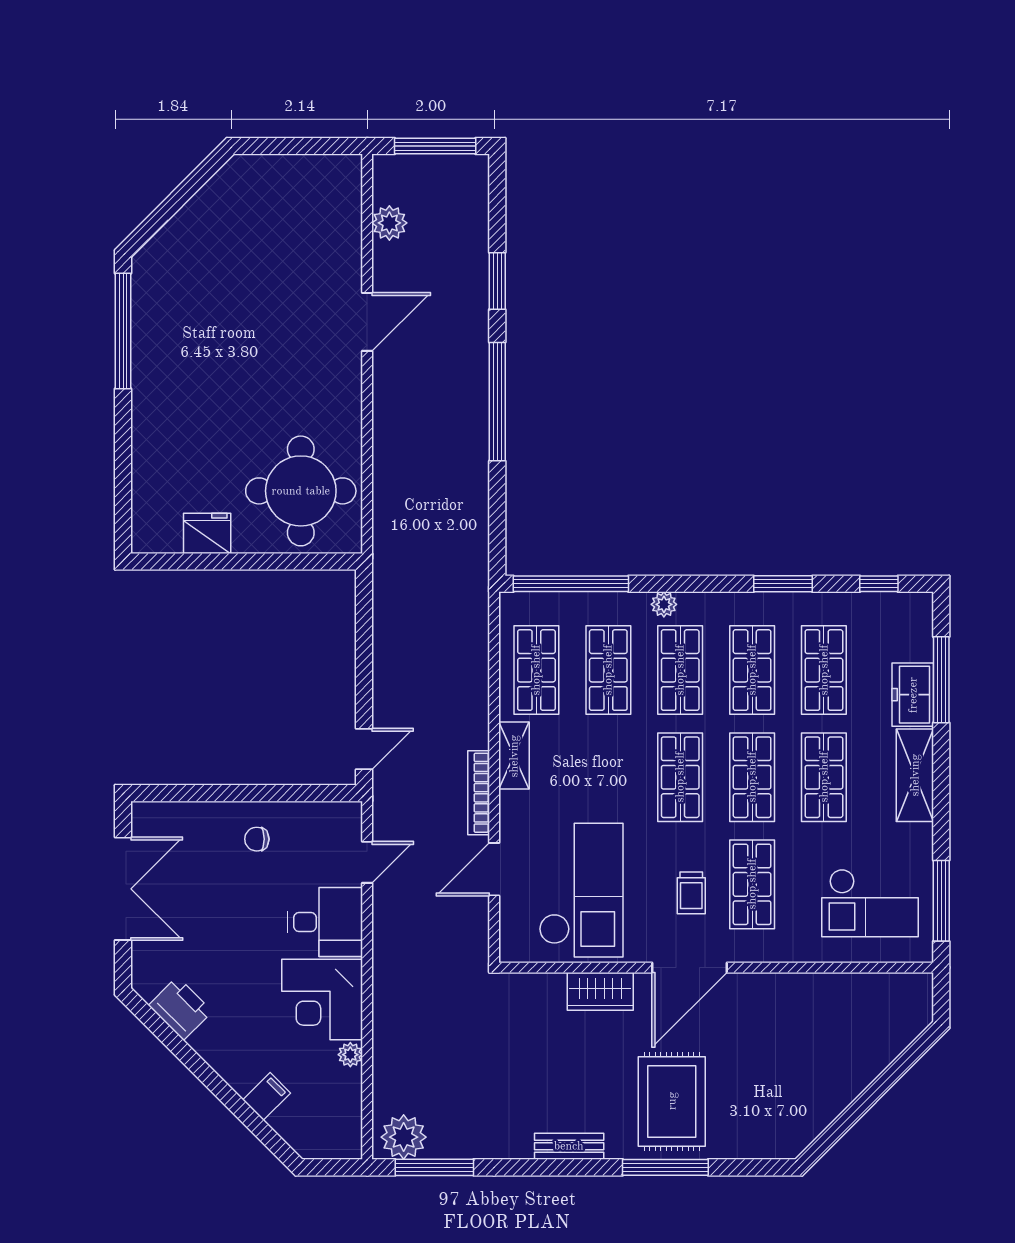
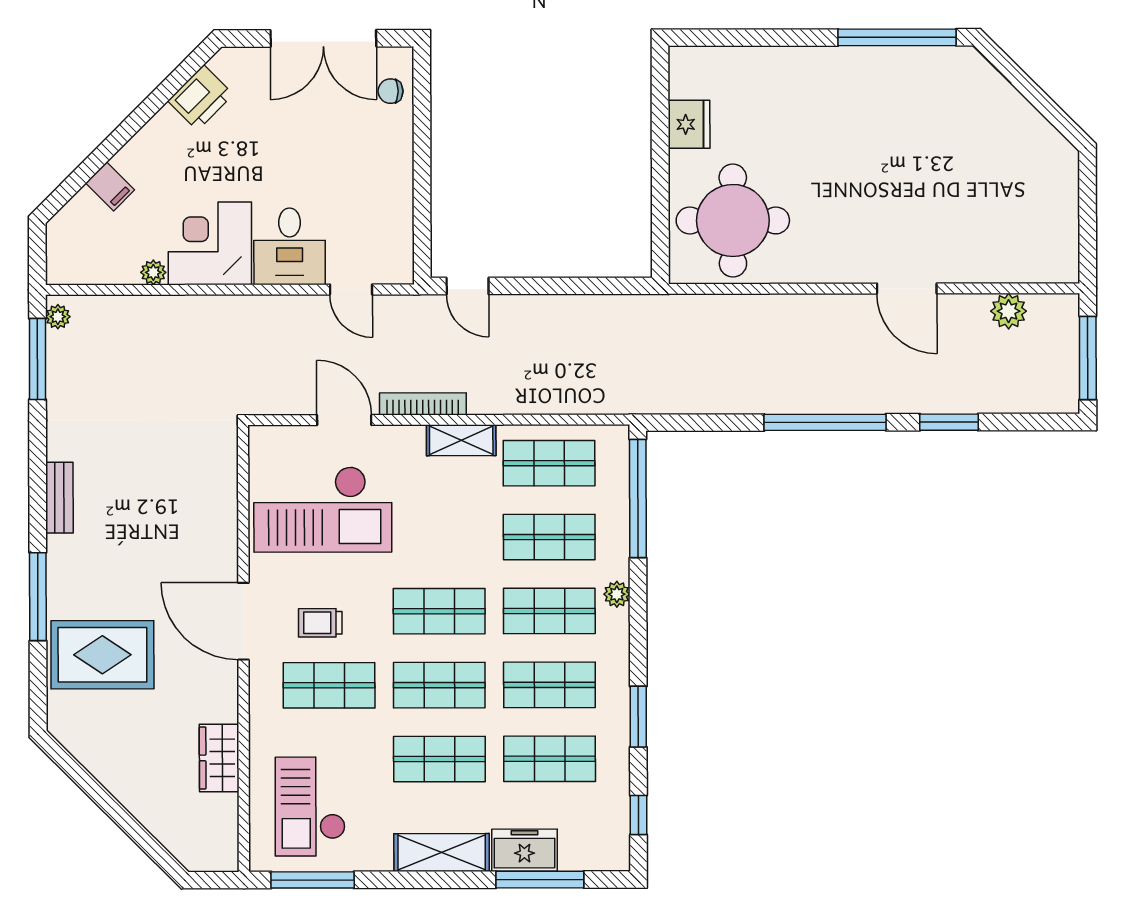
chair: (257, 839) -> (391, 91), moved, turned -90
wardrobe: (600, 991) -> (219, 758), moved
rug: (672, 1101) -> (102, 655), moved
plant: (404, 1137) -> (58, 317), width x0.53, depth x0.53

